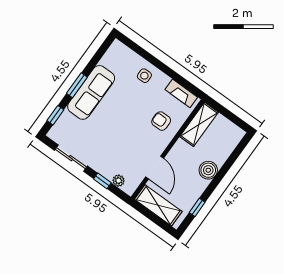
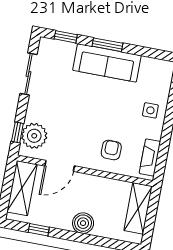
shelving: (199, 124) -> (138, 208), moved, turned 90
window: (102, 181) -> (17, 132), moved
plant: (119, 181) -> (34, 136), width x1.88, depth x1.88

